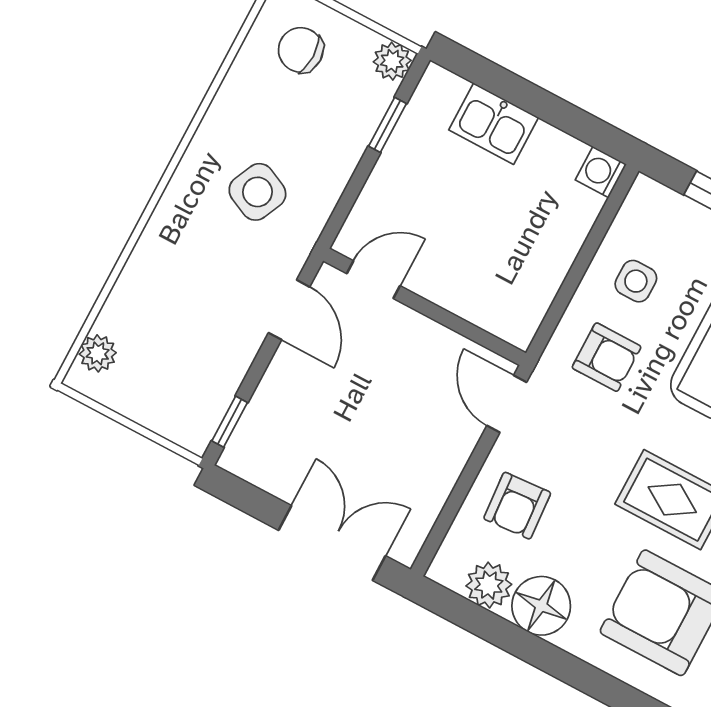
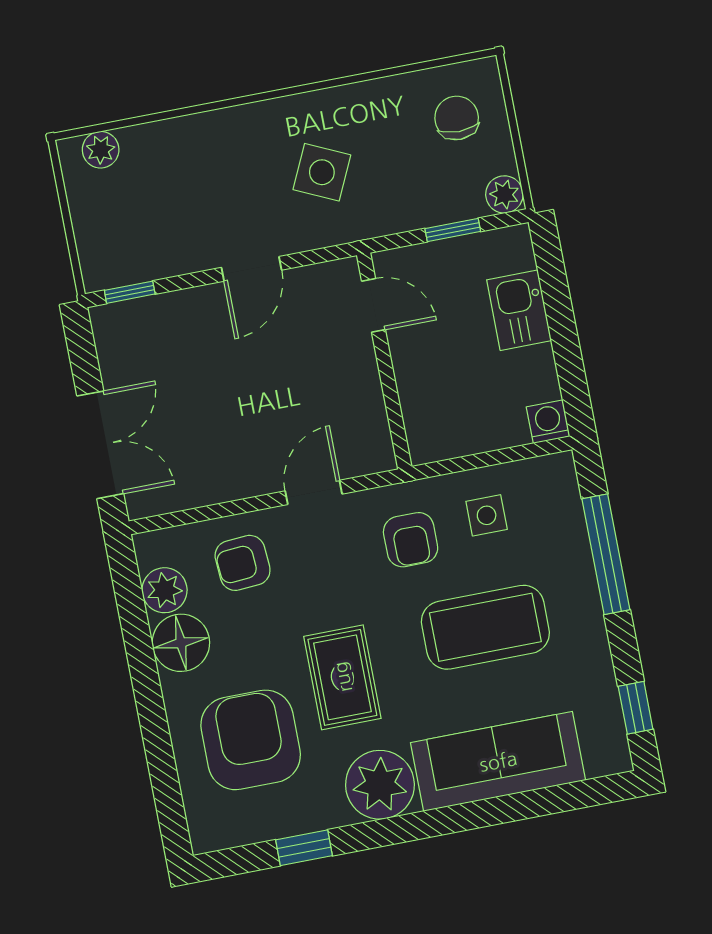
door: (373, 280) -> (374, 305), moved
wall: (425, 307) -> (384, 361), moved

